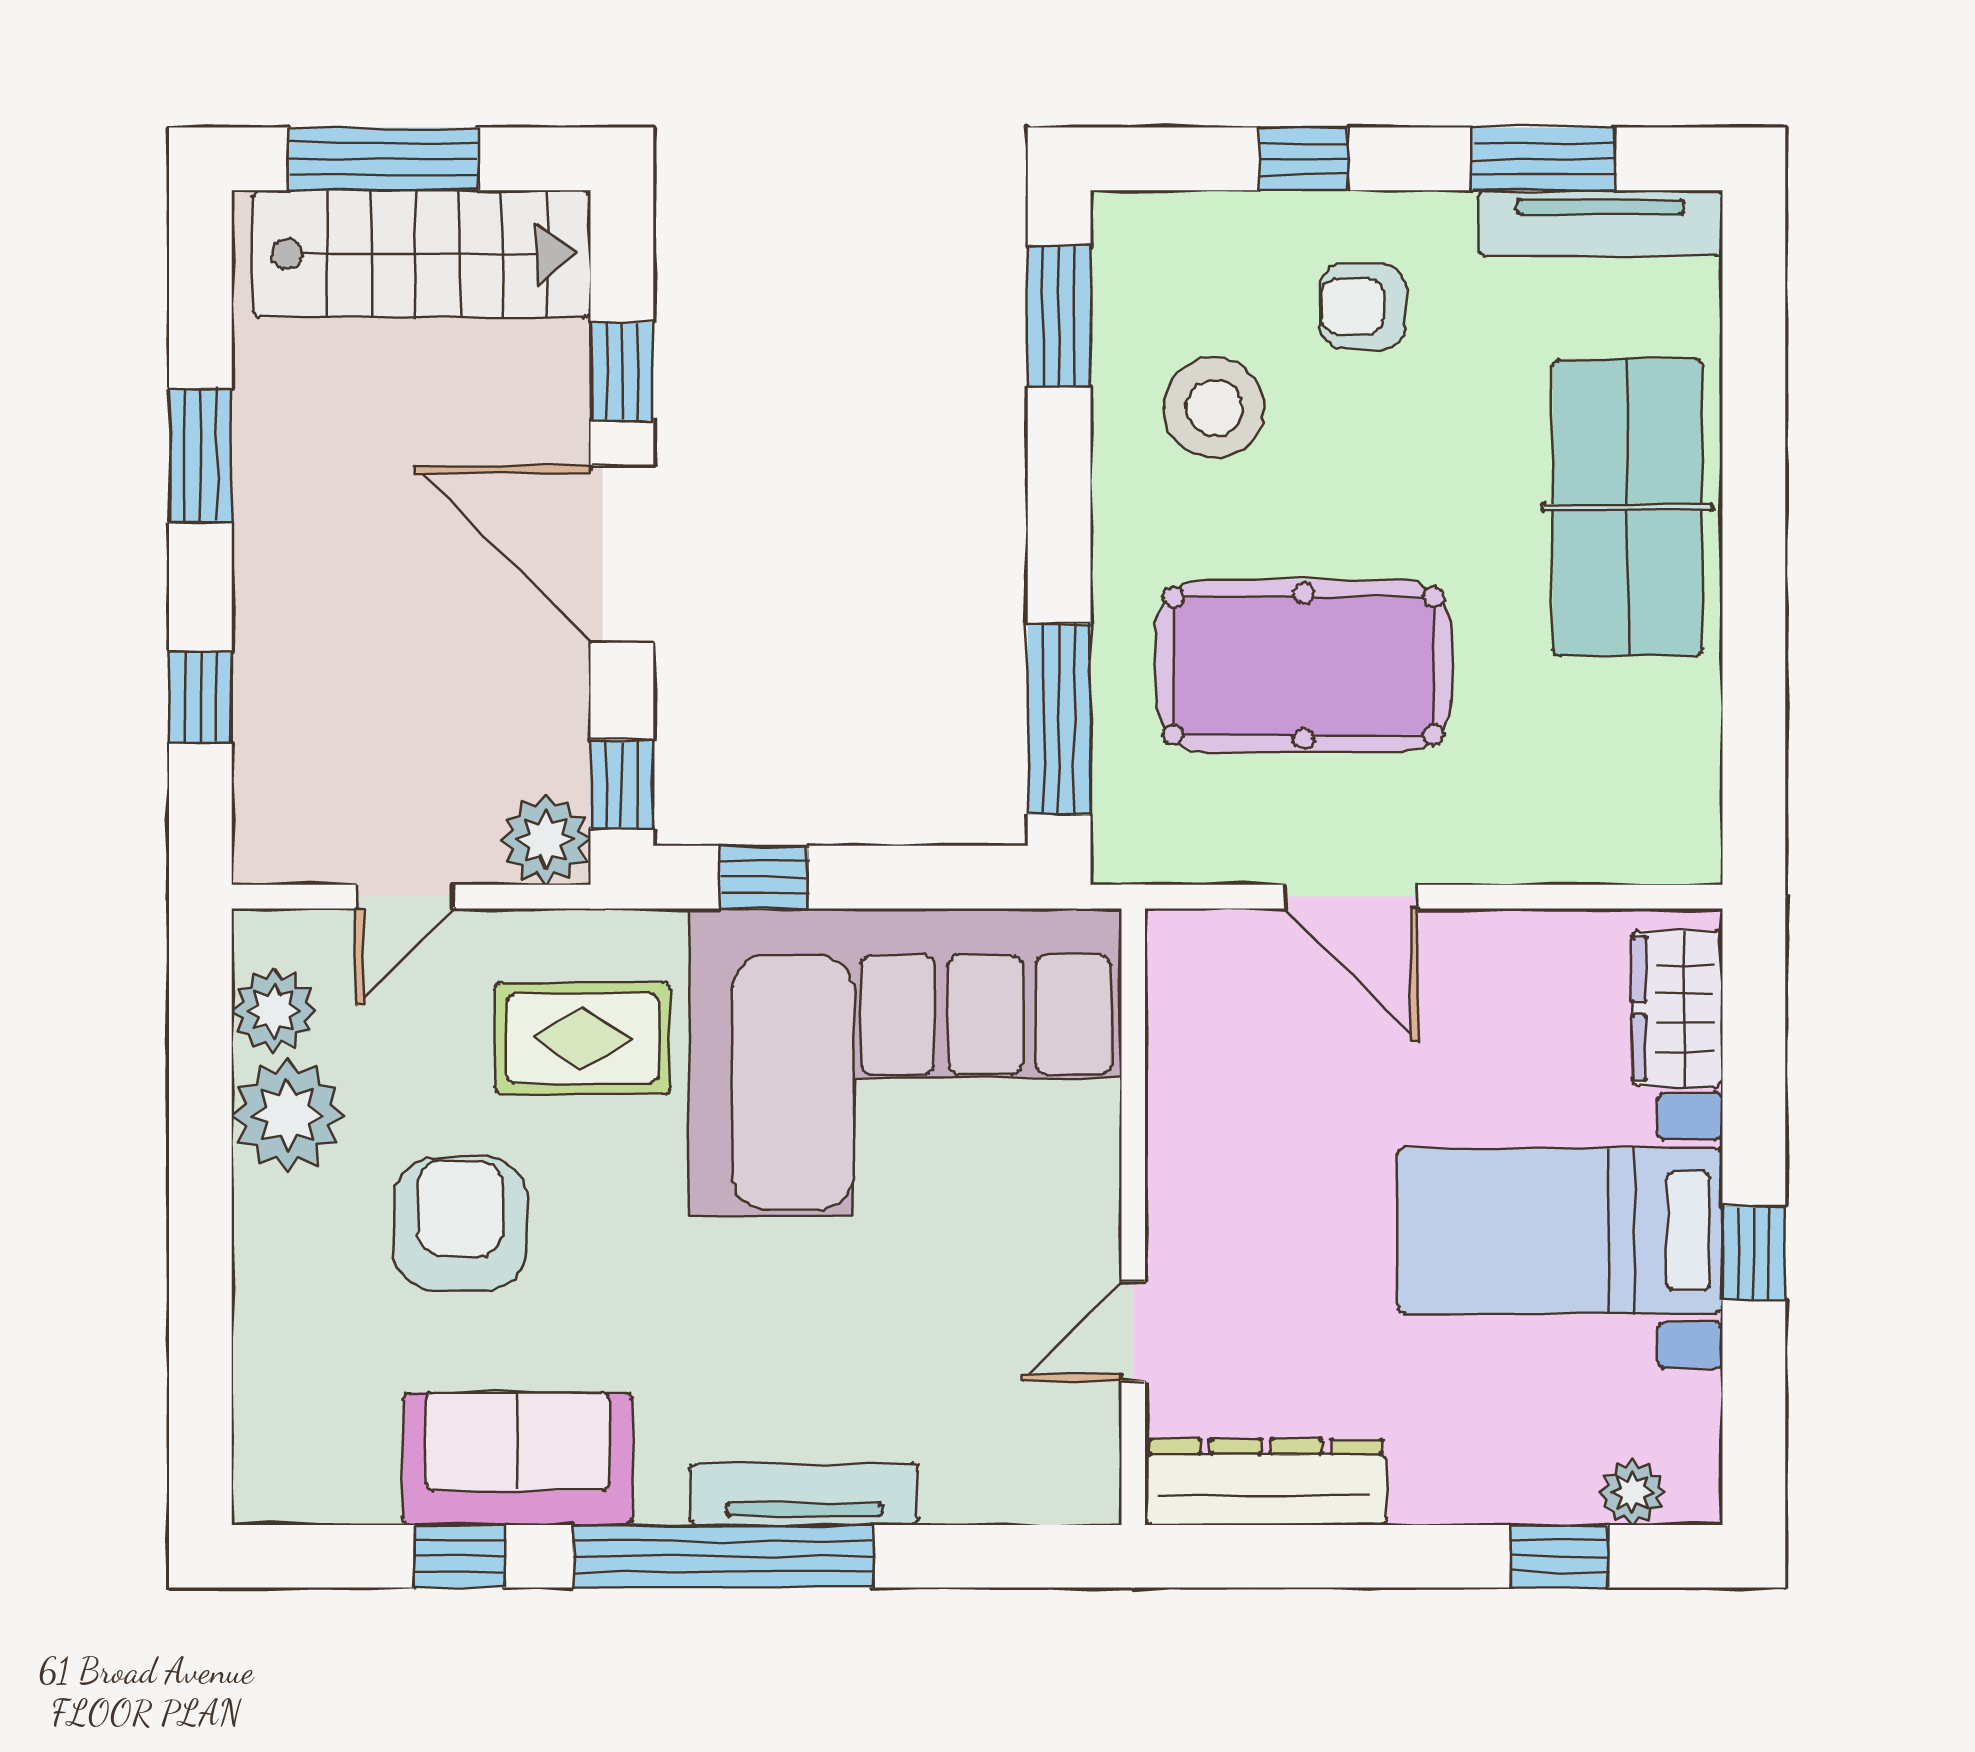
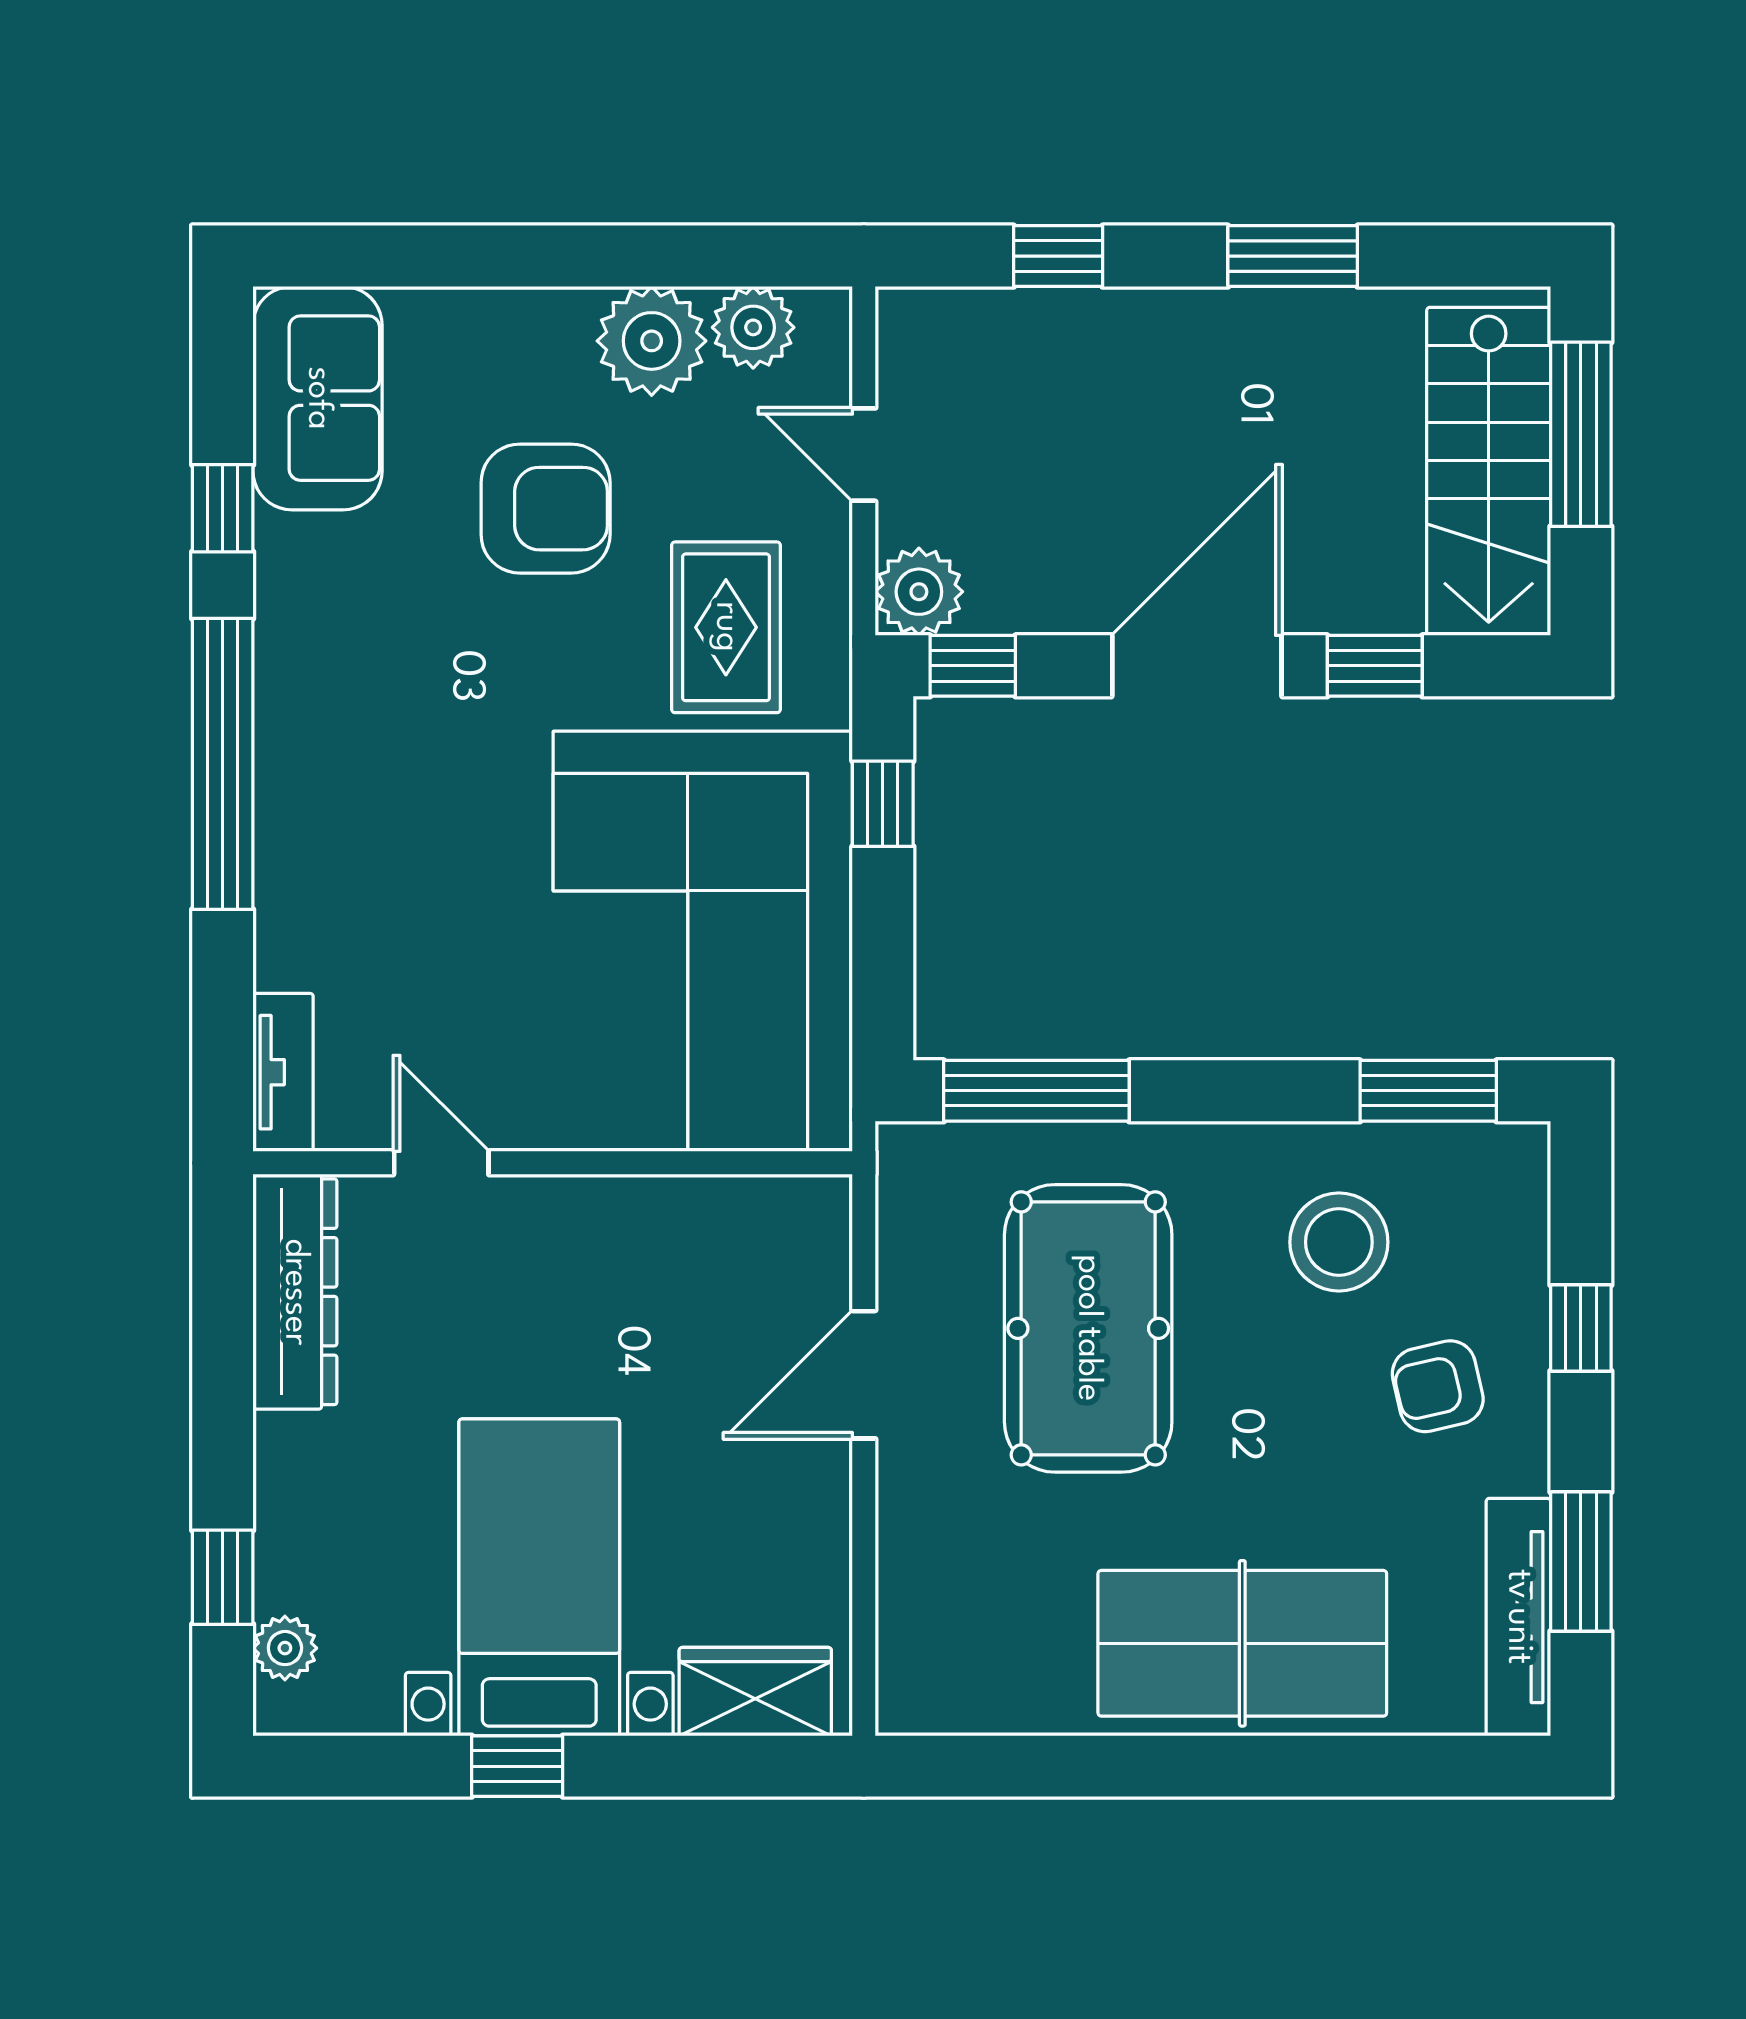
armchair: (1363, 306) -> (1438, 1386), turned -104
sofa: (517, 1459) -> (318, 398), moved
tv unit: (804, 1494) -> (283, 1072), moved, width x0.71

